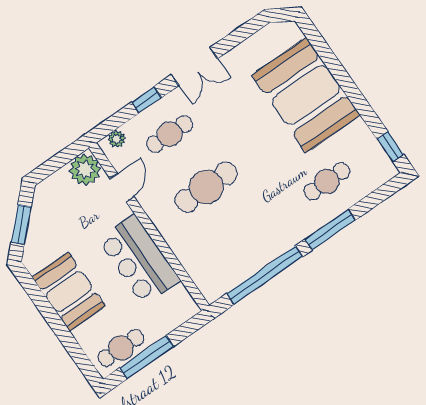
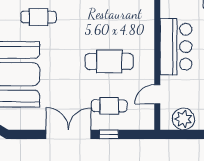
double door: (194, 67) -> (69, 134), width x1.37
plant: (117, 139) -> (141, 124), removed
plant: (85, 170) -> (183, 119), moved

